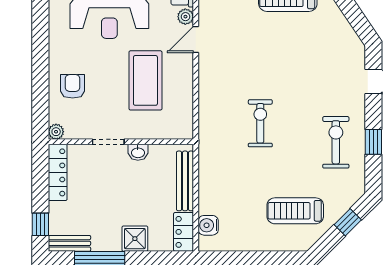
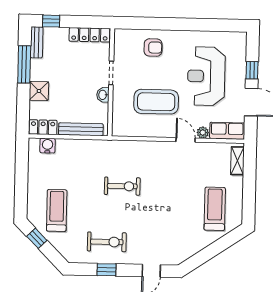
plant: (56, 132) -> (120, 34), removed
window: (348, 222) -> (37, 238), moved

